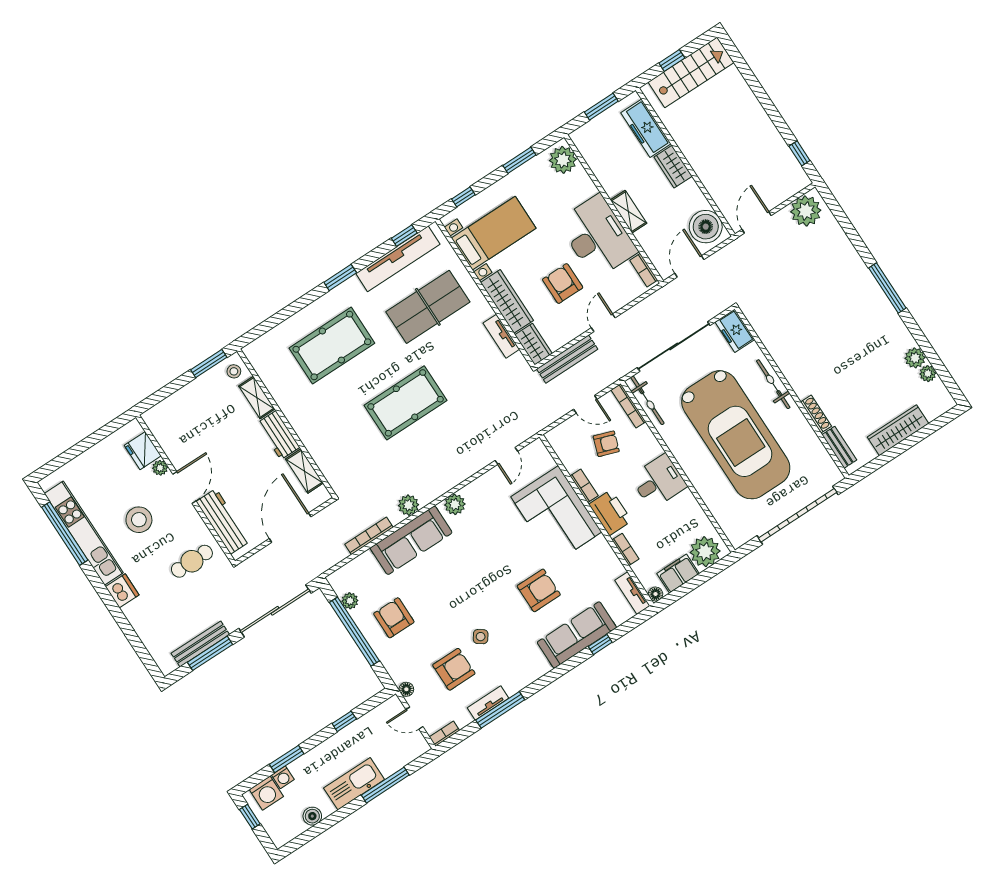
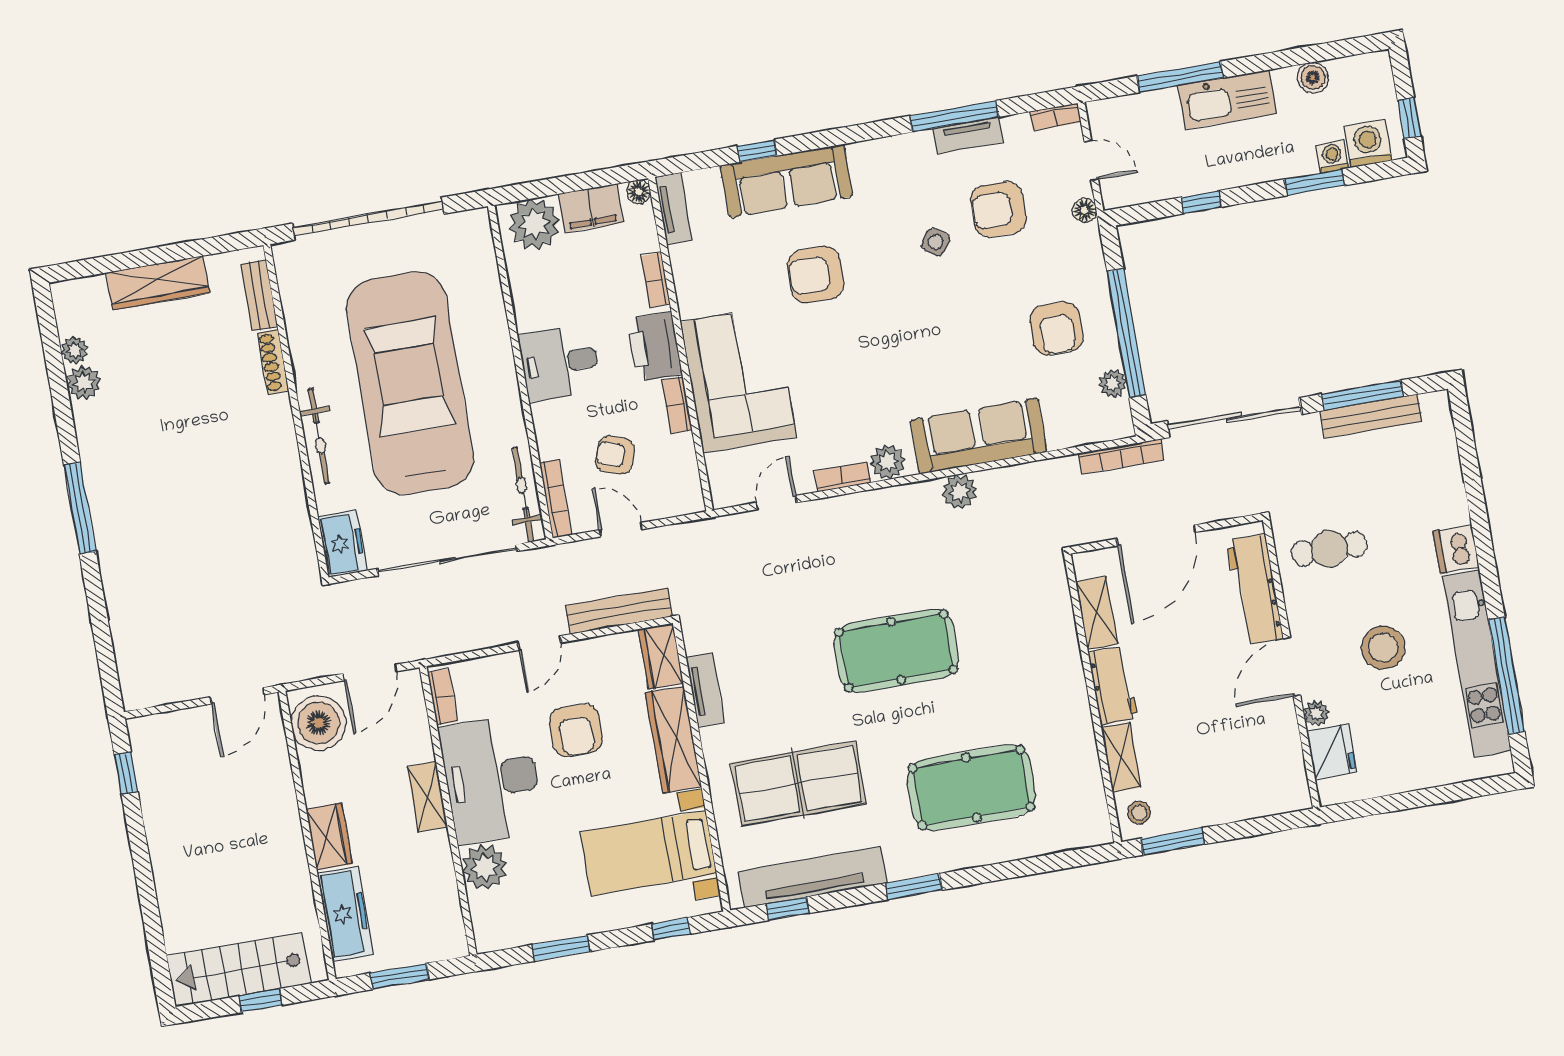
plant: (563, 160) -> (485, 867), moved
plant: (806, 211) -> (154, 681), removed
bookcase: (476, 486) -> (843, 477), added
bookcase: (369, 536) -> (1121, 457), moved

